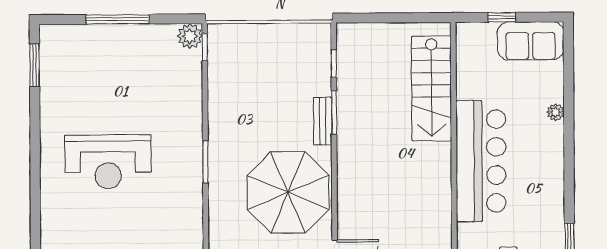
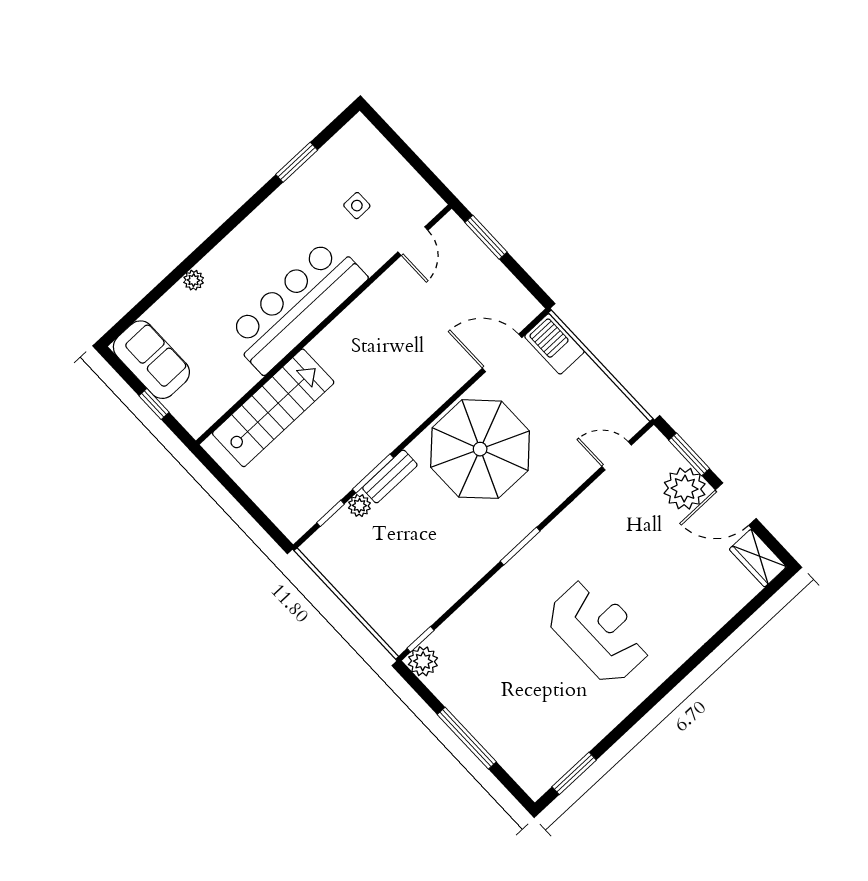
plant: (322, 86) -> (359, 505), added

